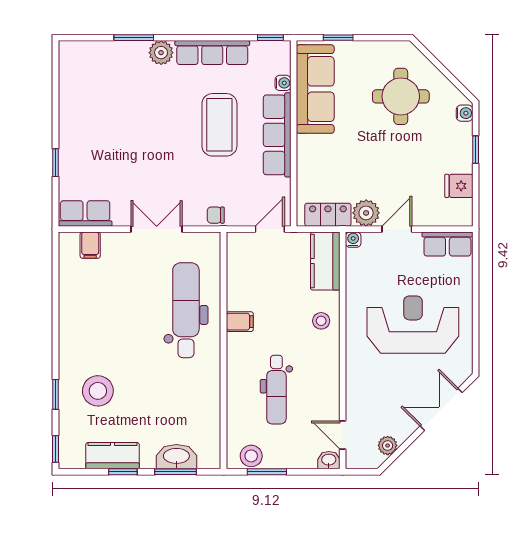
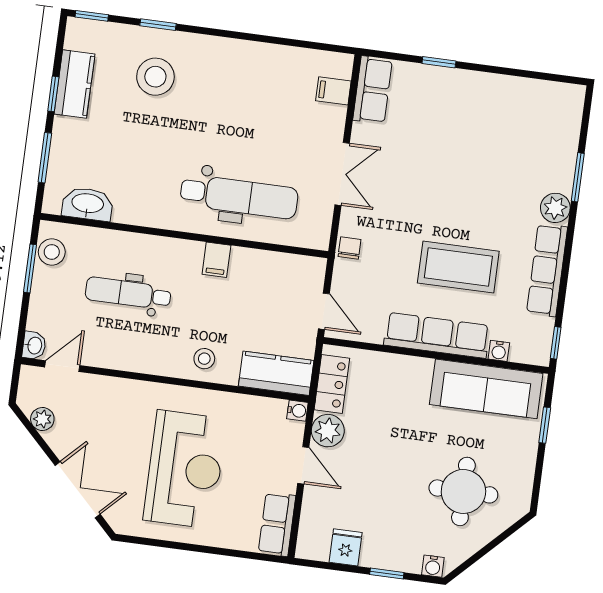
washbasin: (176, 457) -> (88, 204), moved, turned -90

